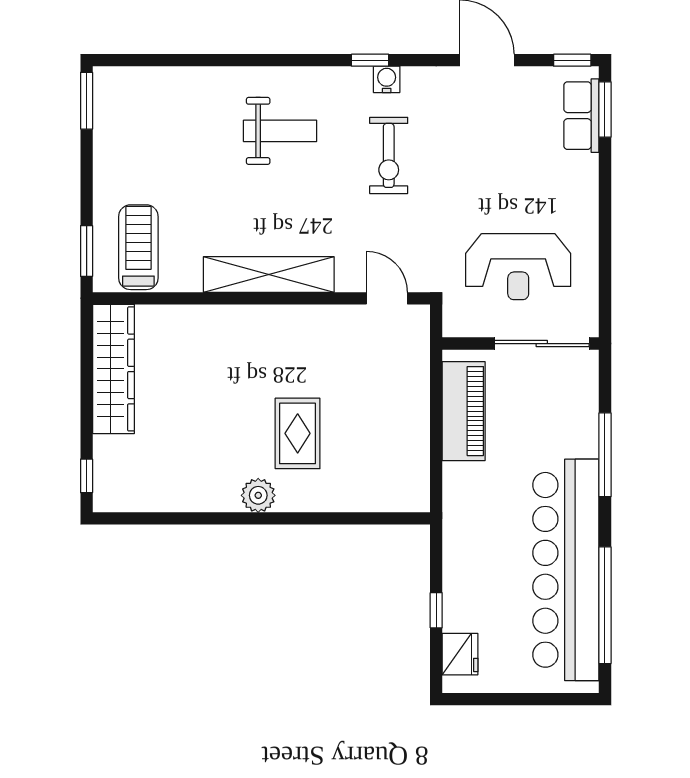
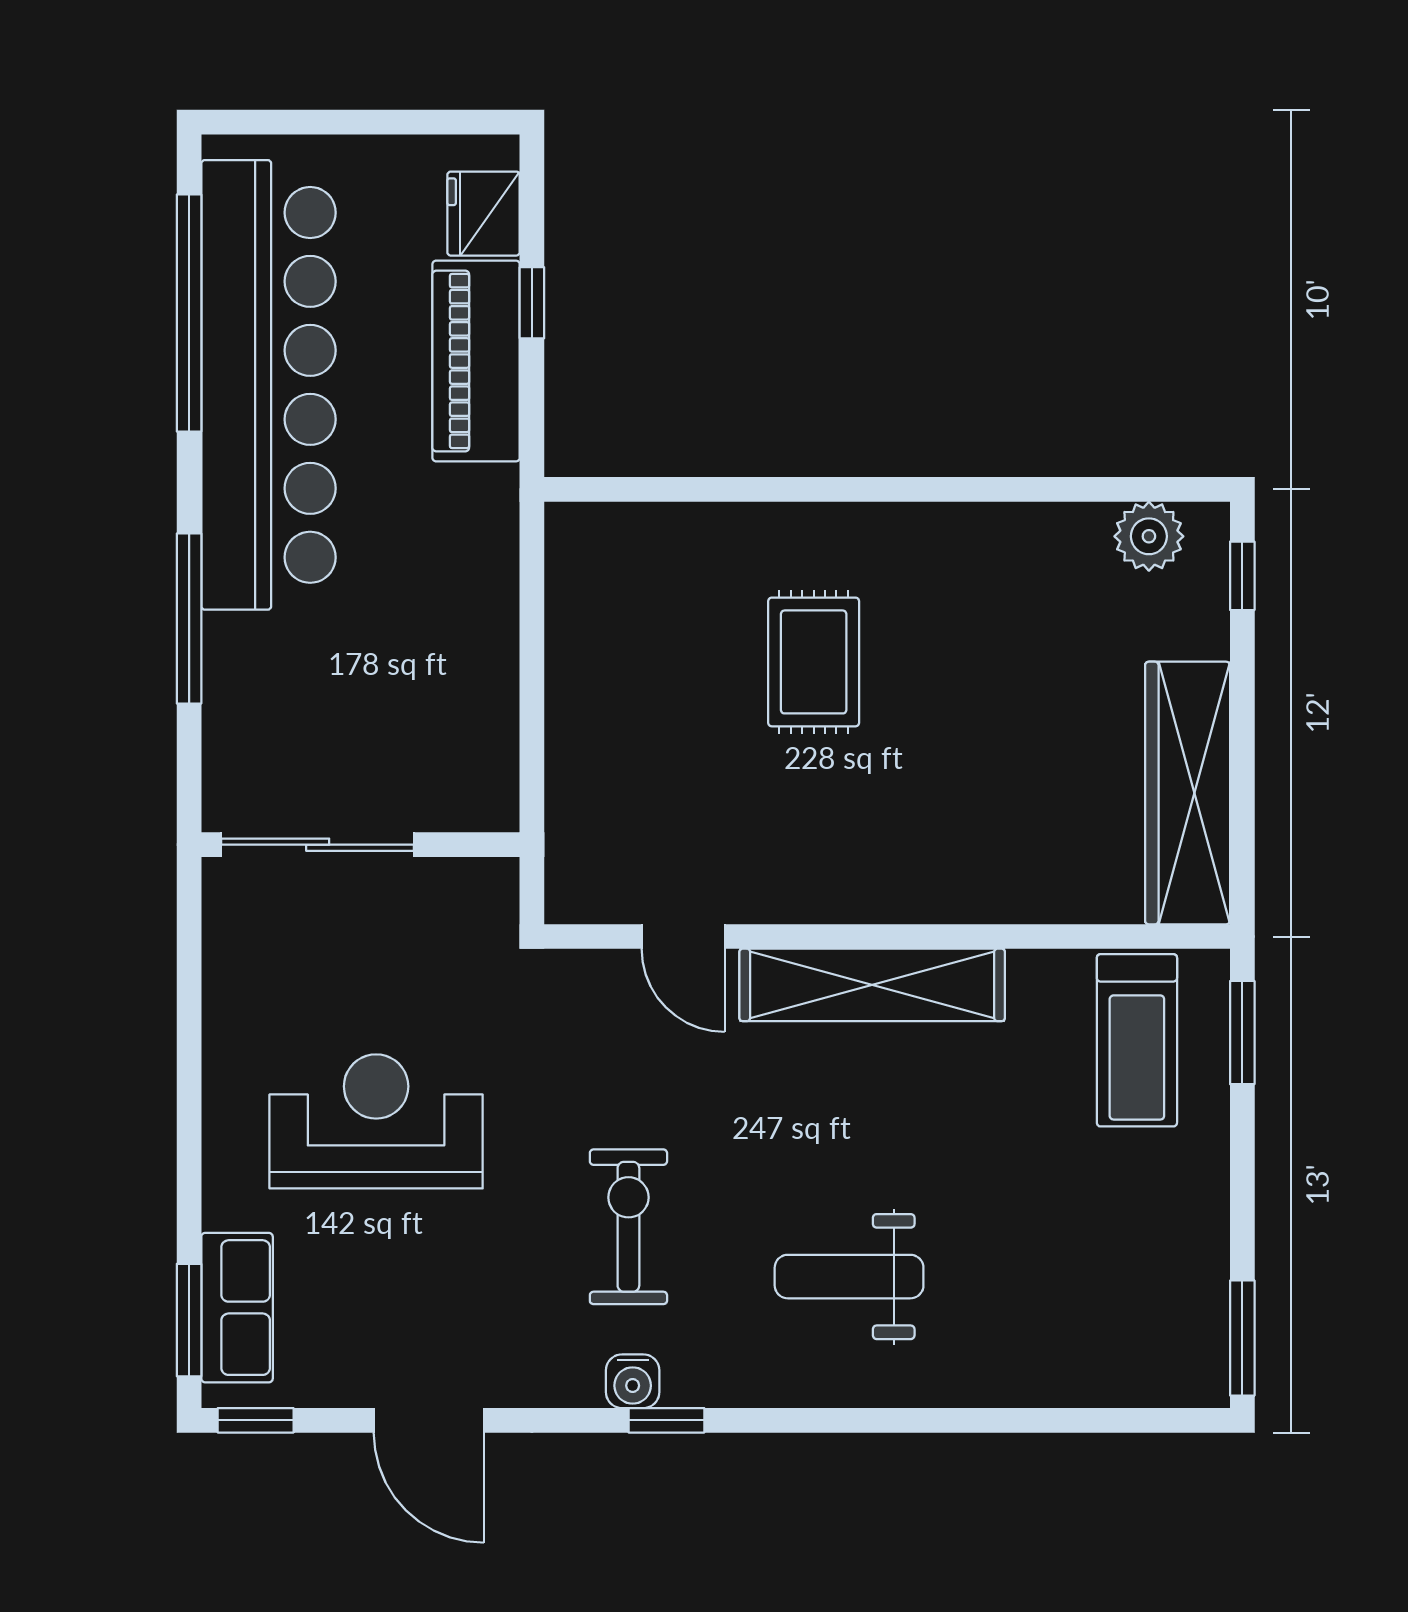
reception desk: (518, 267) -> (376, 1121), moved
door: (387, 298) -> (683, 937), moved
piano: (464, 411) -> (476, 361), moved
plant: (258, 495) -> (1149, 536), moved

